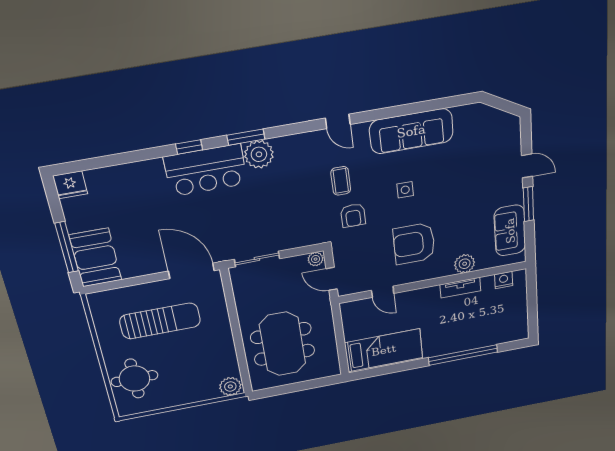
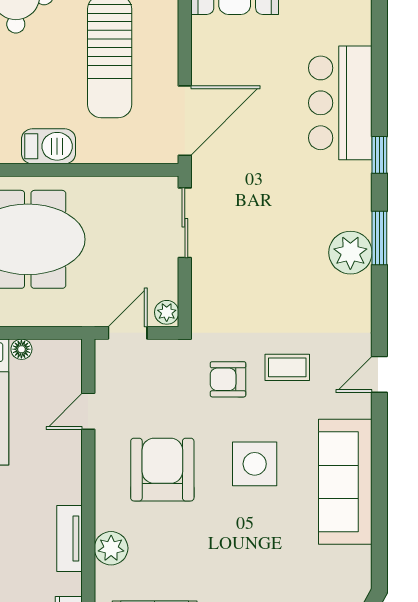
bar counter: (206, 170) -> (340, 103), moved
side table: (405, 190) -> (255, 464), width x1.87, depth x1.87
floor lamp: (350, 335) -> (21, 349), added
barbecue: (224, 344) -> (49, 146), added

